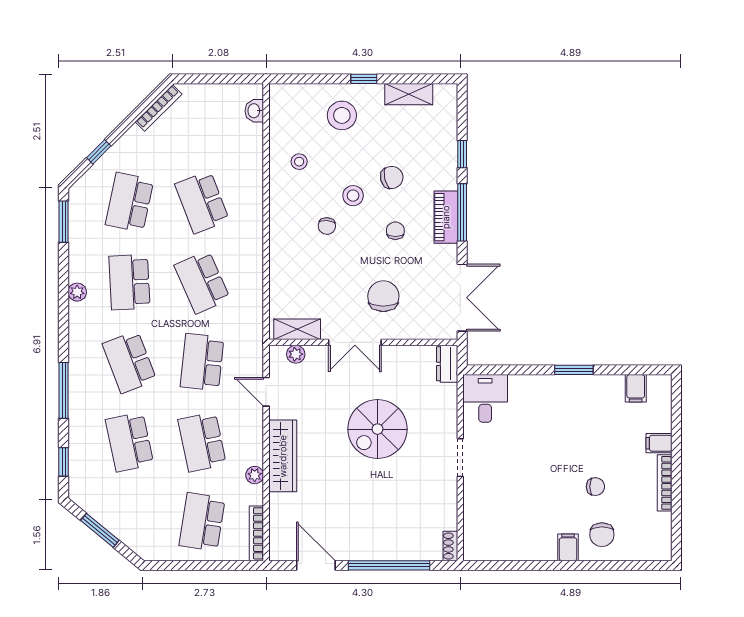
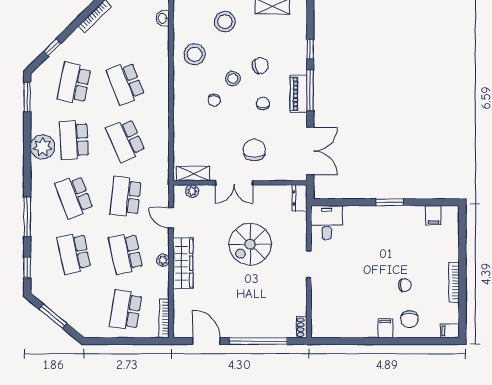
stool: (299, 162) -> (195, 54), width x1.89, depth x1.89
plant: (77, 292) -> (43, 147), width x1.87, depth x1.87
filing cabinet: (659, 443) -> (450, 331), moved
plant: (255, 475) -> (163, 260), moved

